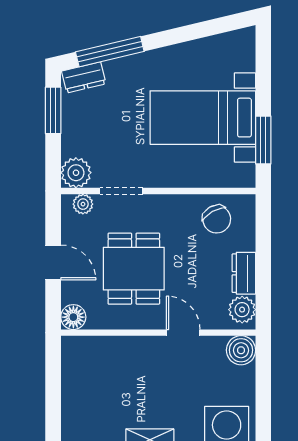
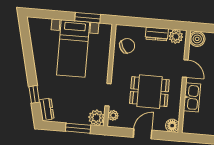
window: (110, 52) -> (34, 94), width x0.46
window: (53, 110) -> (78, 128), moved
door: (183, 333) -> (185, 69), swing flipped
kitchen sink: (130, 350) -> (192, 97), added

